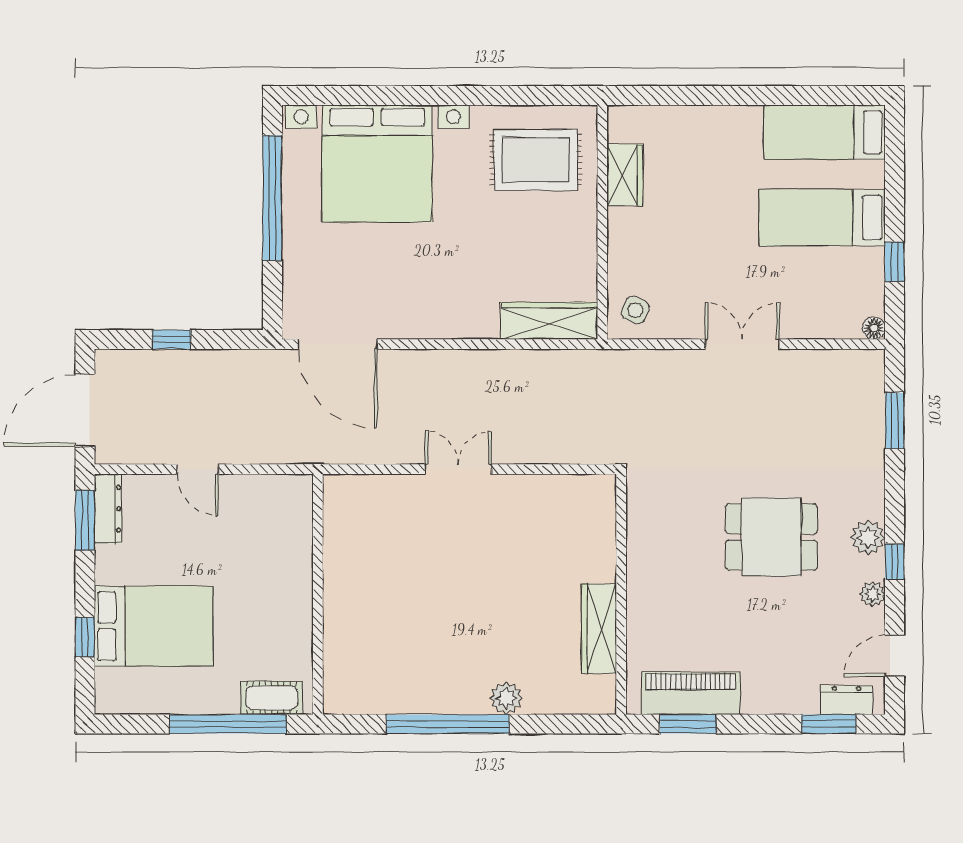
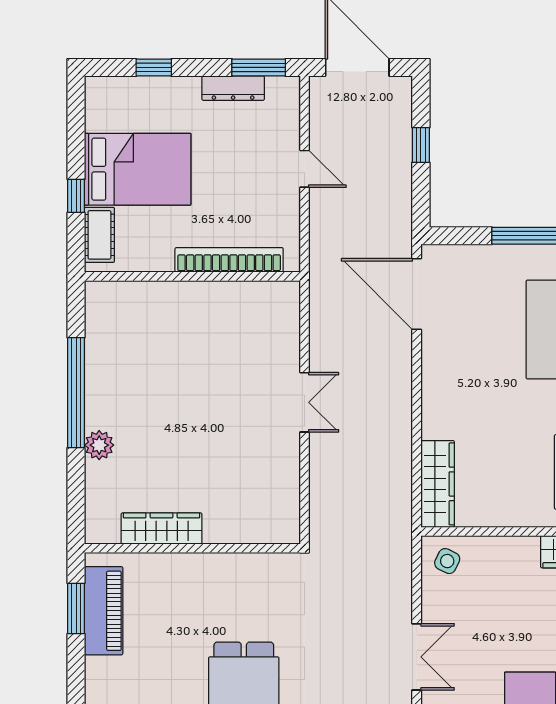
door: (338, 344) -> (417, 294), hinge flipped
door: (198, 469) -> (305, 169), swing flipped
dresser: (108, 509) -> (233, 88), moved
bookcase: (299, 553) -> (229, 260), added
bed: (154, 626) -> (138, 169), moved, turned -90
window: (228, 724) -> (76, 196), width x0.32

